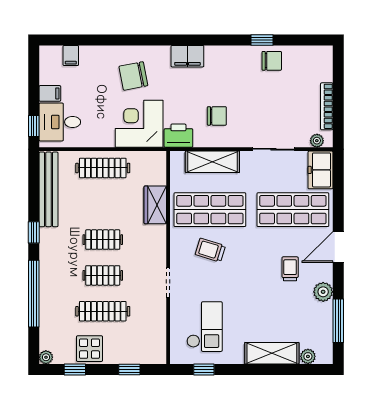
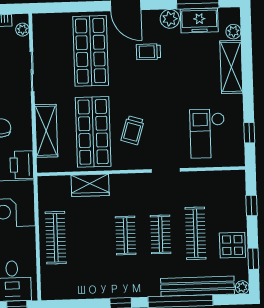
freezer: (320, 170) -> (199, 20), moved
bench: (49, 189) -> (197, 286), moved
checkout: (205, 327) -> (207, 133), turned -90

